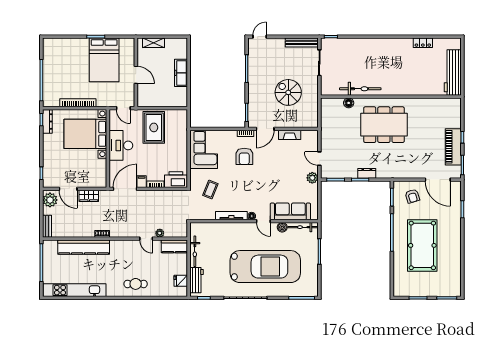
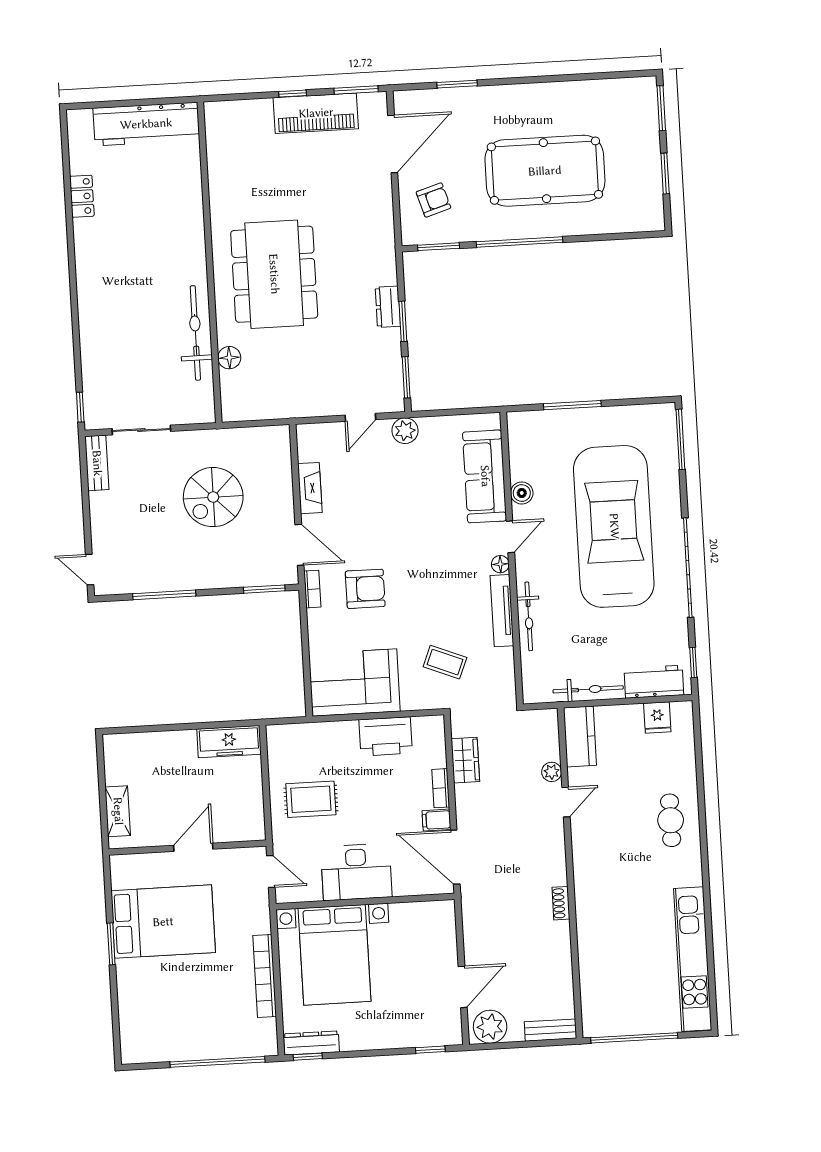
bench: (302, 42) -> (97, 463), width x0.73
freezer: (181, 73) -> (229, 742), moved
door: (123, 108) -> (271, 871), hinge flipped
rug: (154, 127) -> (311, 799), width x0.73, depth x0.70
printer: (176, 180) -> (386, 736), moved, turned -90
wardrobe: (89, 196) -> (465, 760), moved
bicycle: (303, 227) -> (529, 616), moved
kitchen counter: (84, 247) -> (594, 944), removed

